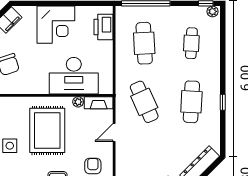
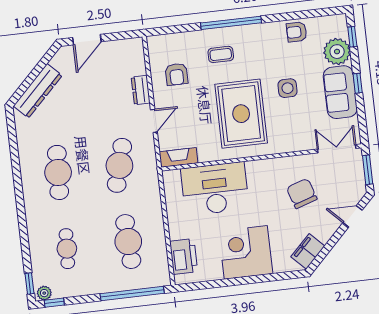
plant: (78, 102) -> (205, 155), removed
cafe table: (144, 102) -> (119, 165), turned 39
window: (223, 102) -> (30, 283), moved
dresser: (121, 157) -> (141, 90), added

